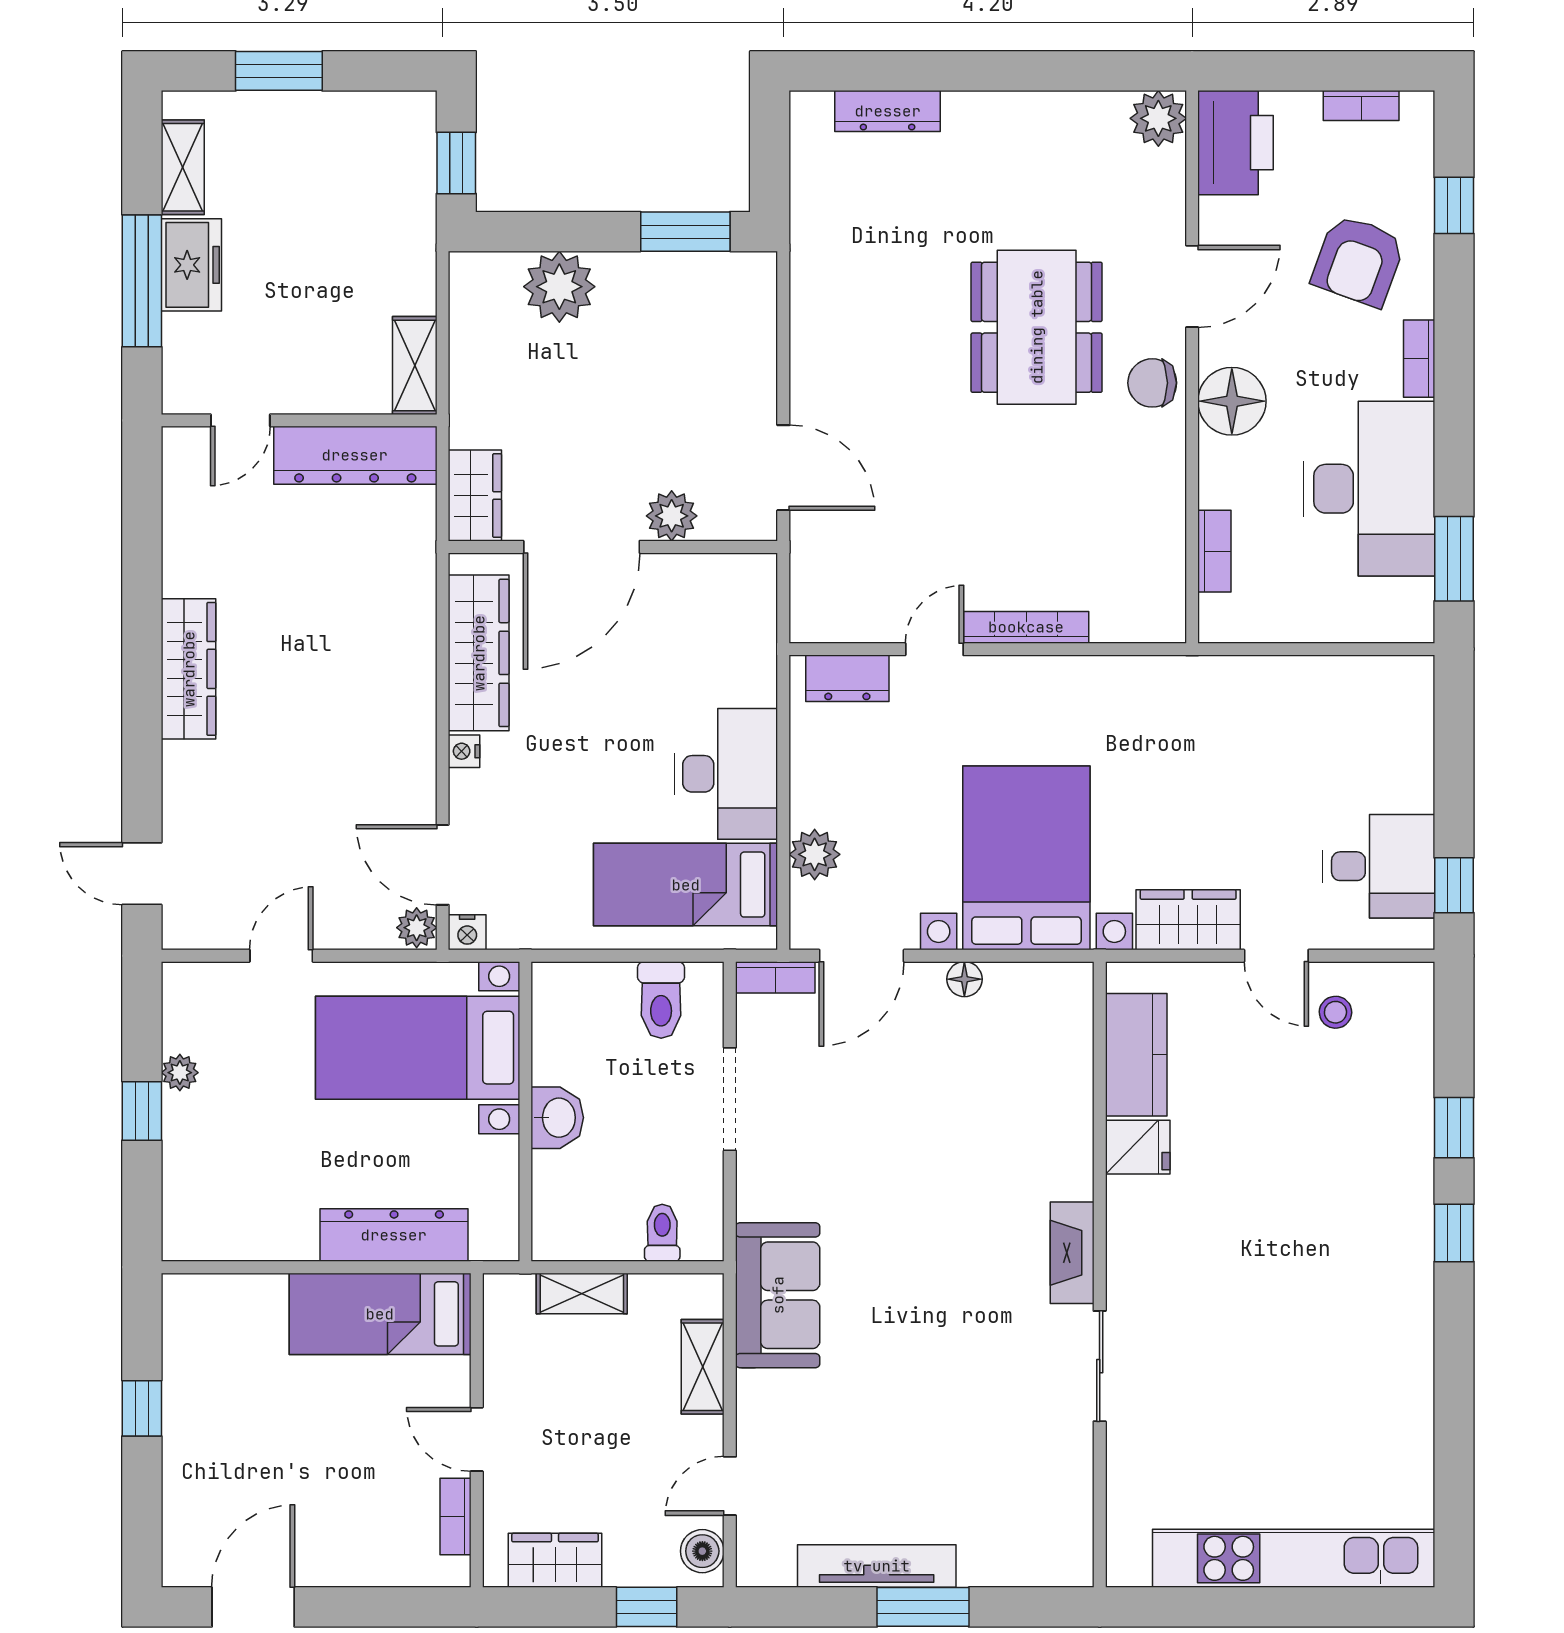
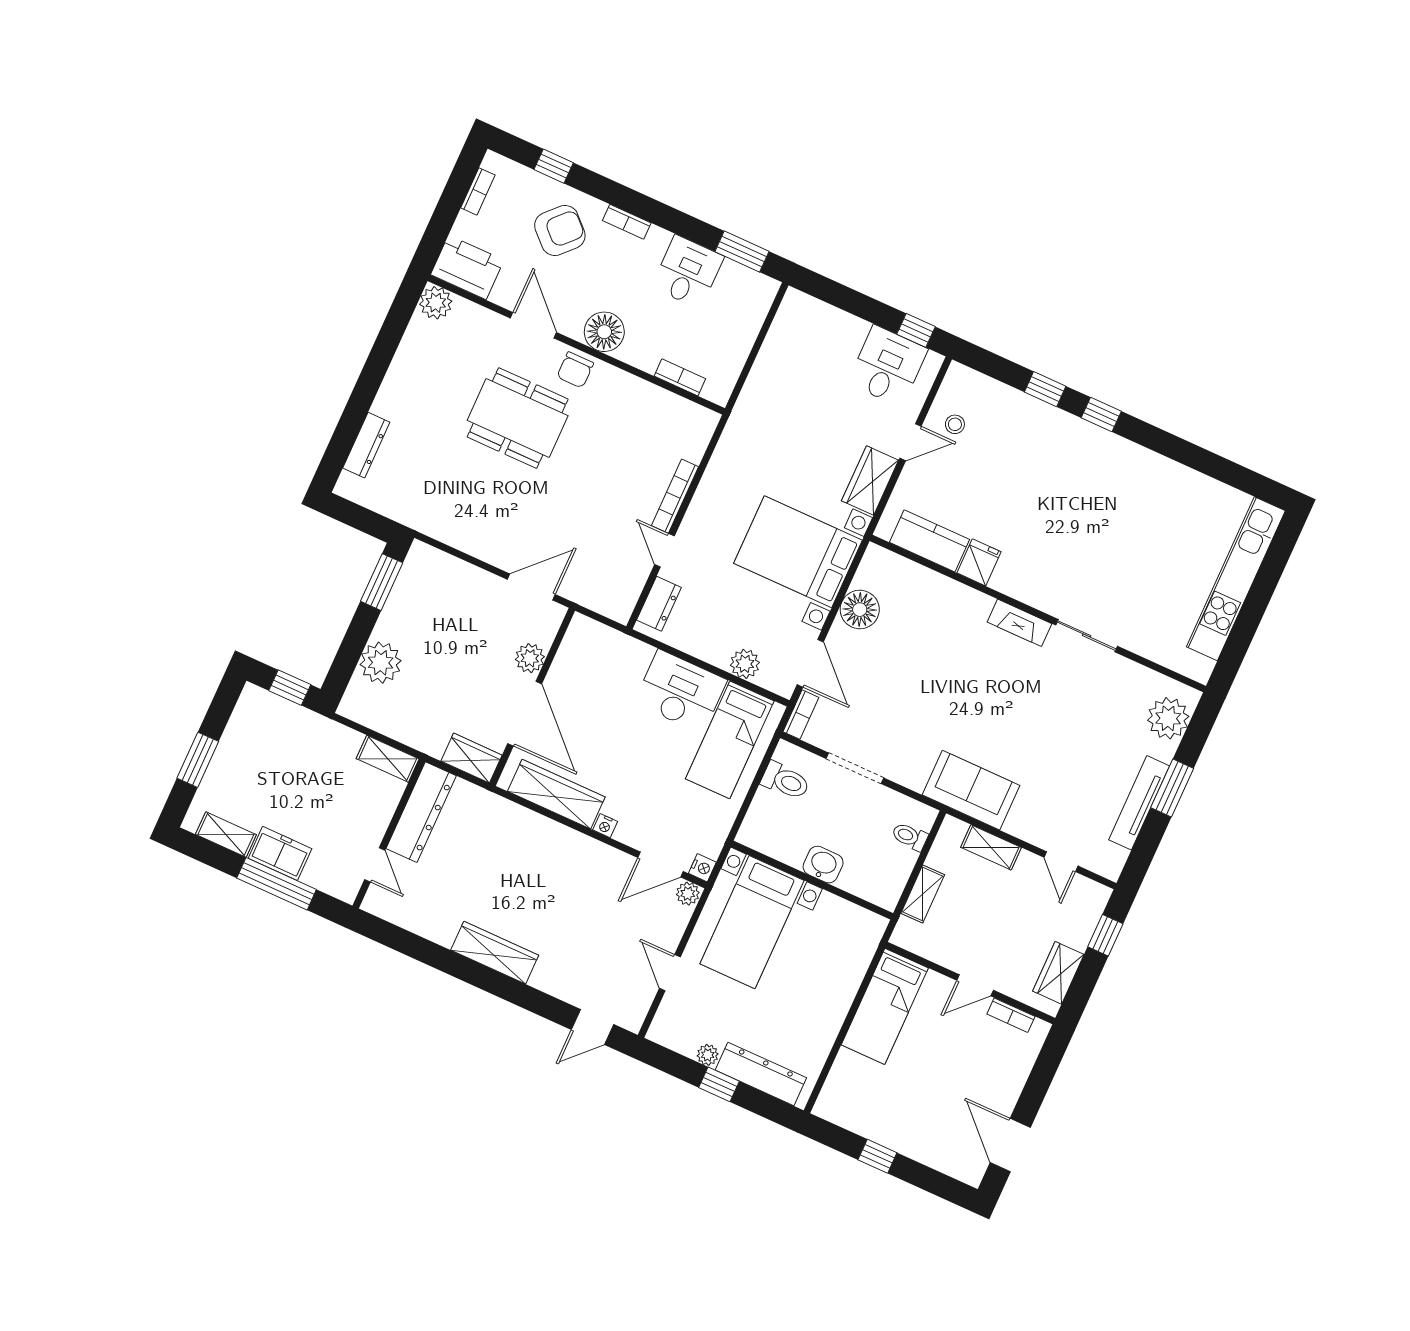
armchair: (1358, 261) -> (560, 230), turned -66
desk: (1369, 489) -> (688, 272), width x0.53, depth x0.77
floor lamp: (964, 979) -> (860, 610), width x1.89, depth x1.89
dresser: (394, 1235) -> (761, 1074), moved, turned 90
boiler: (702, 1551) -> (1089, 892), removed
plant: (1028, 1552) -> (1168, 718), added

